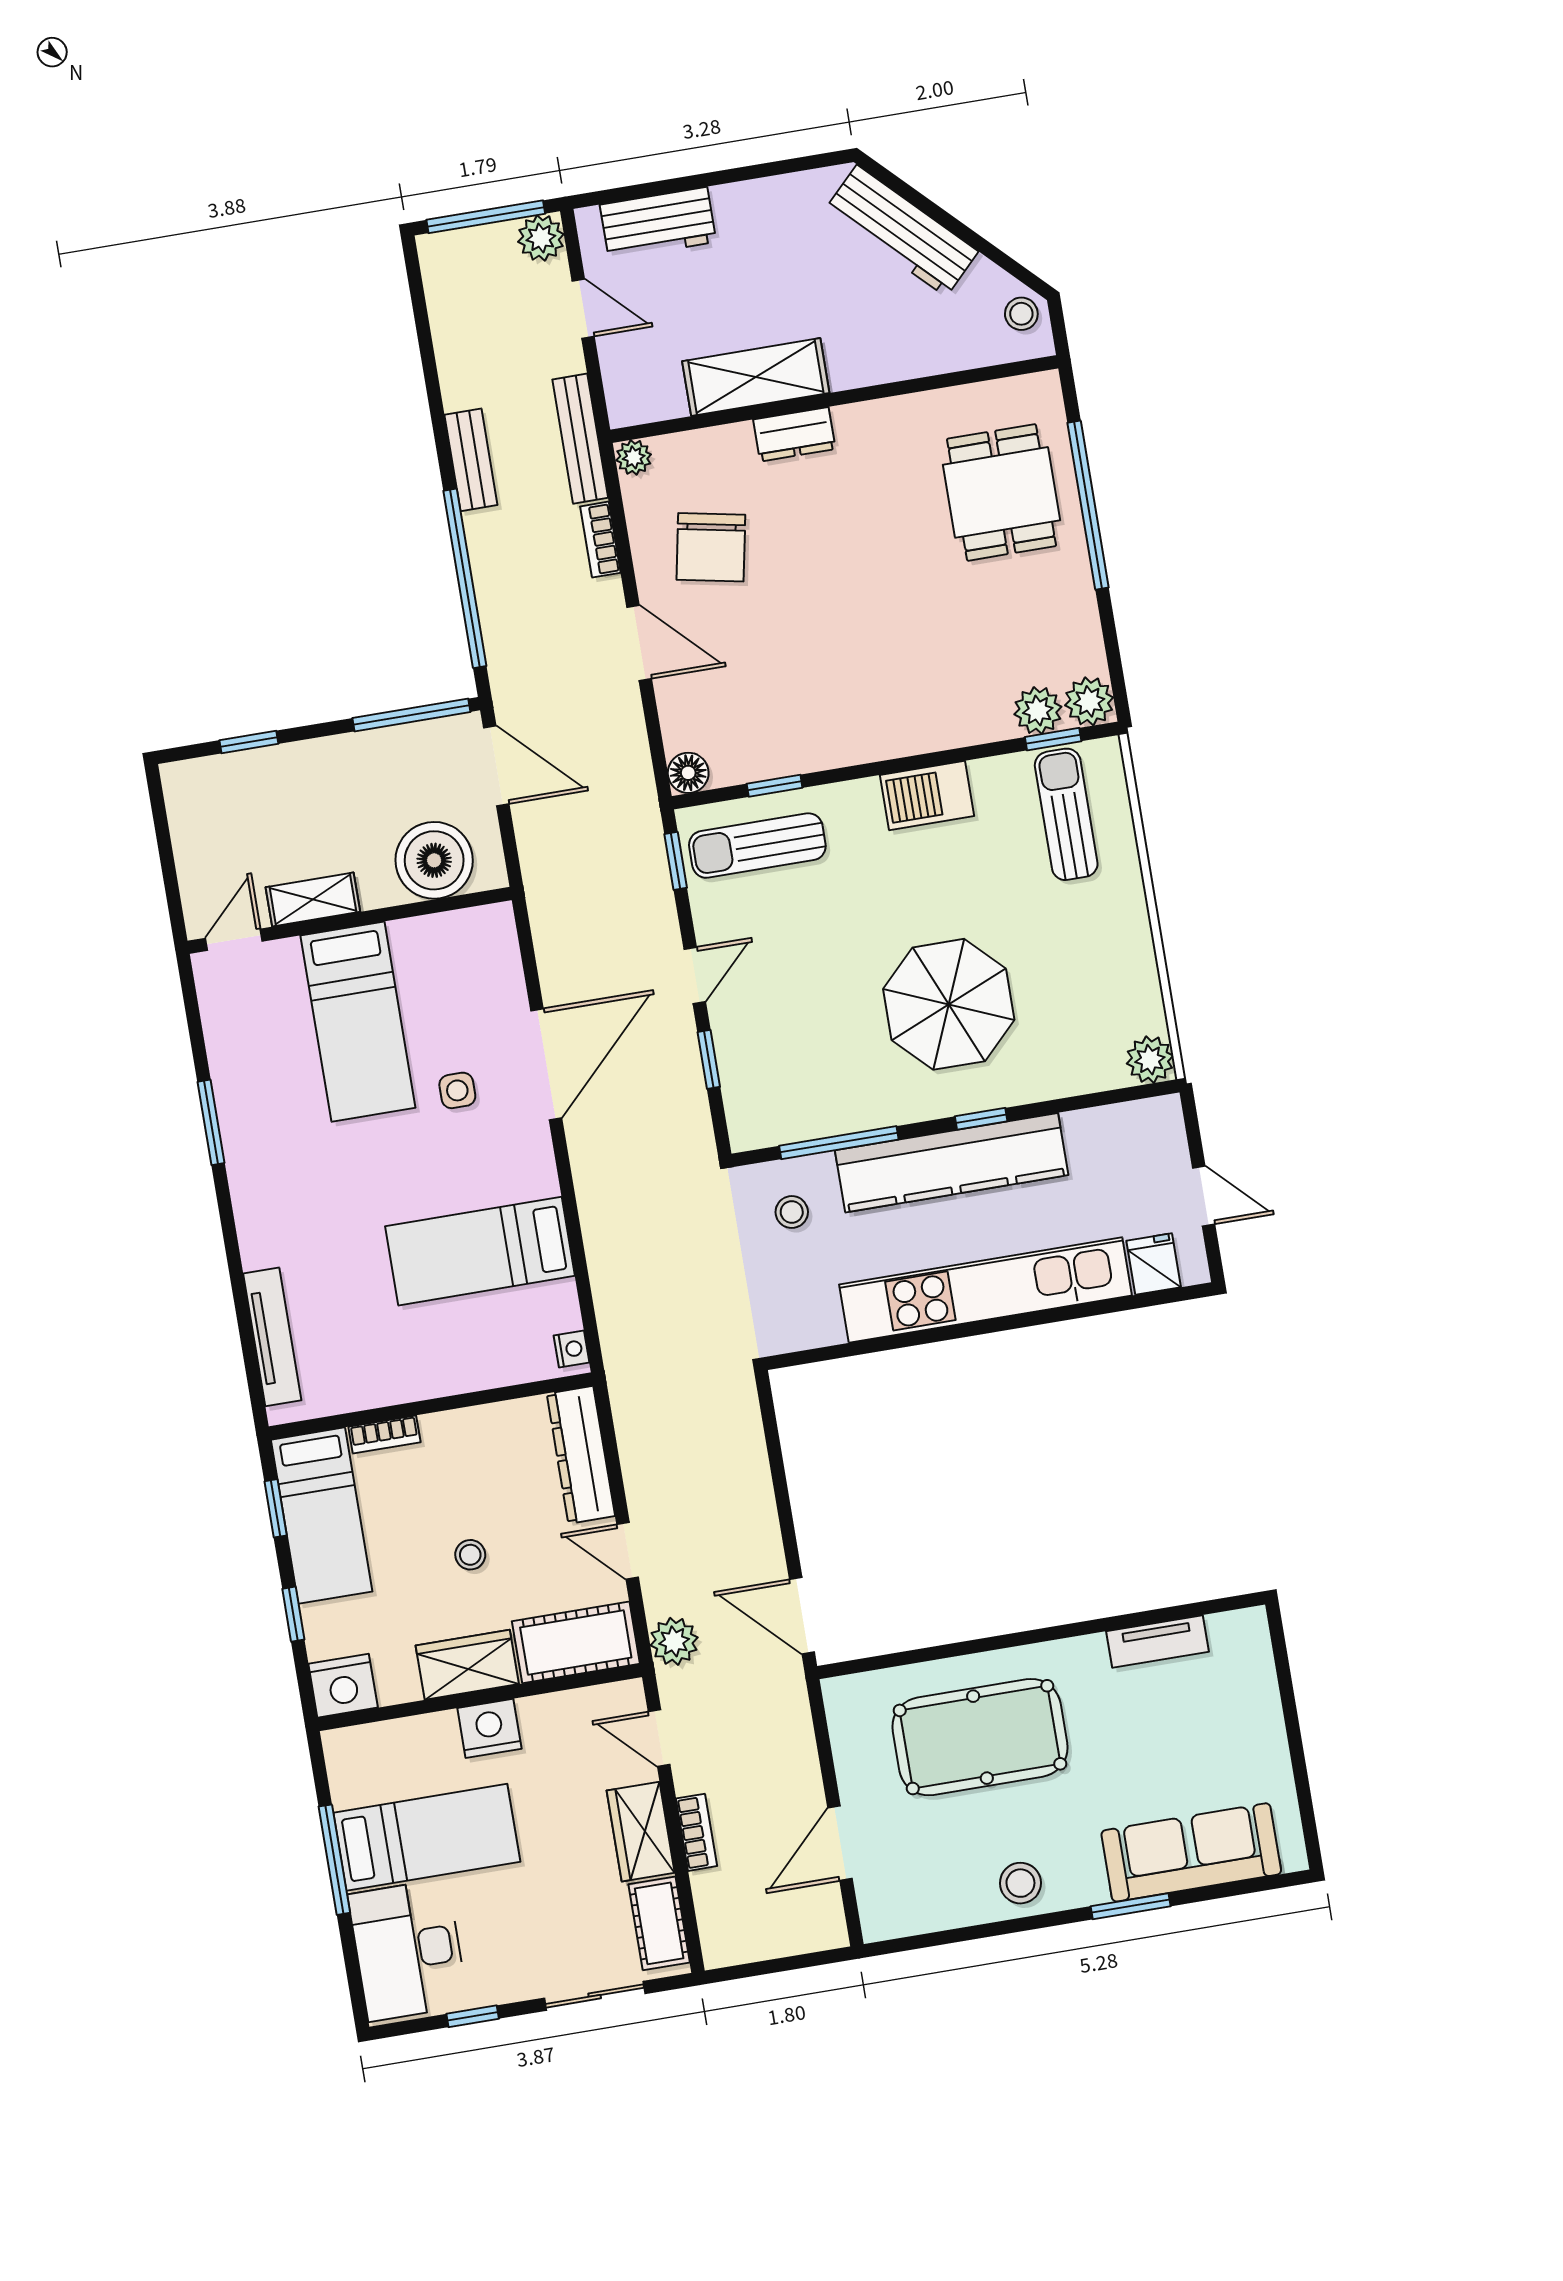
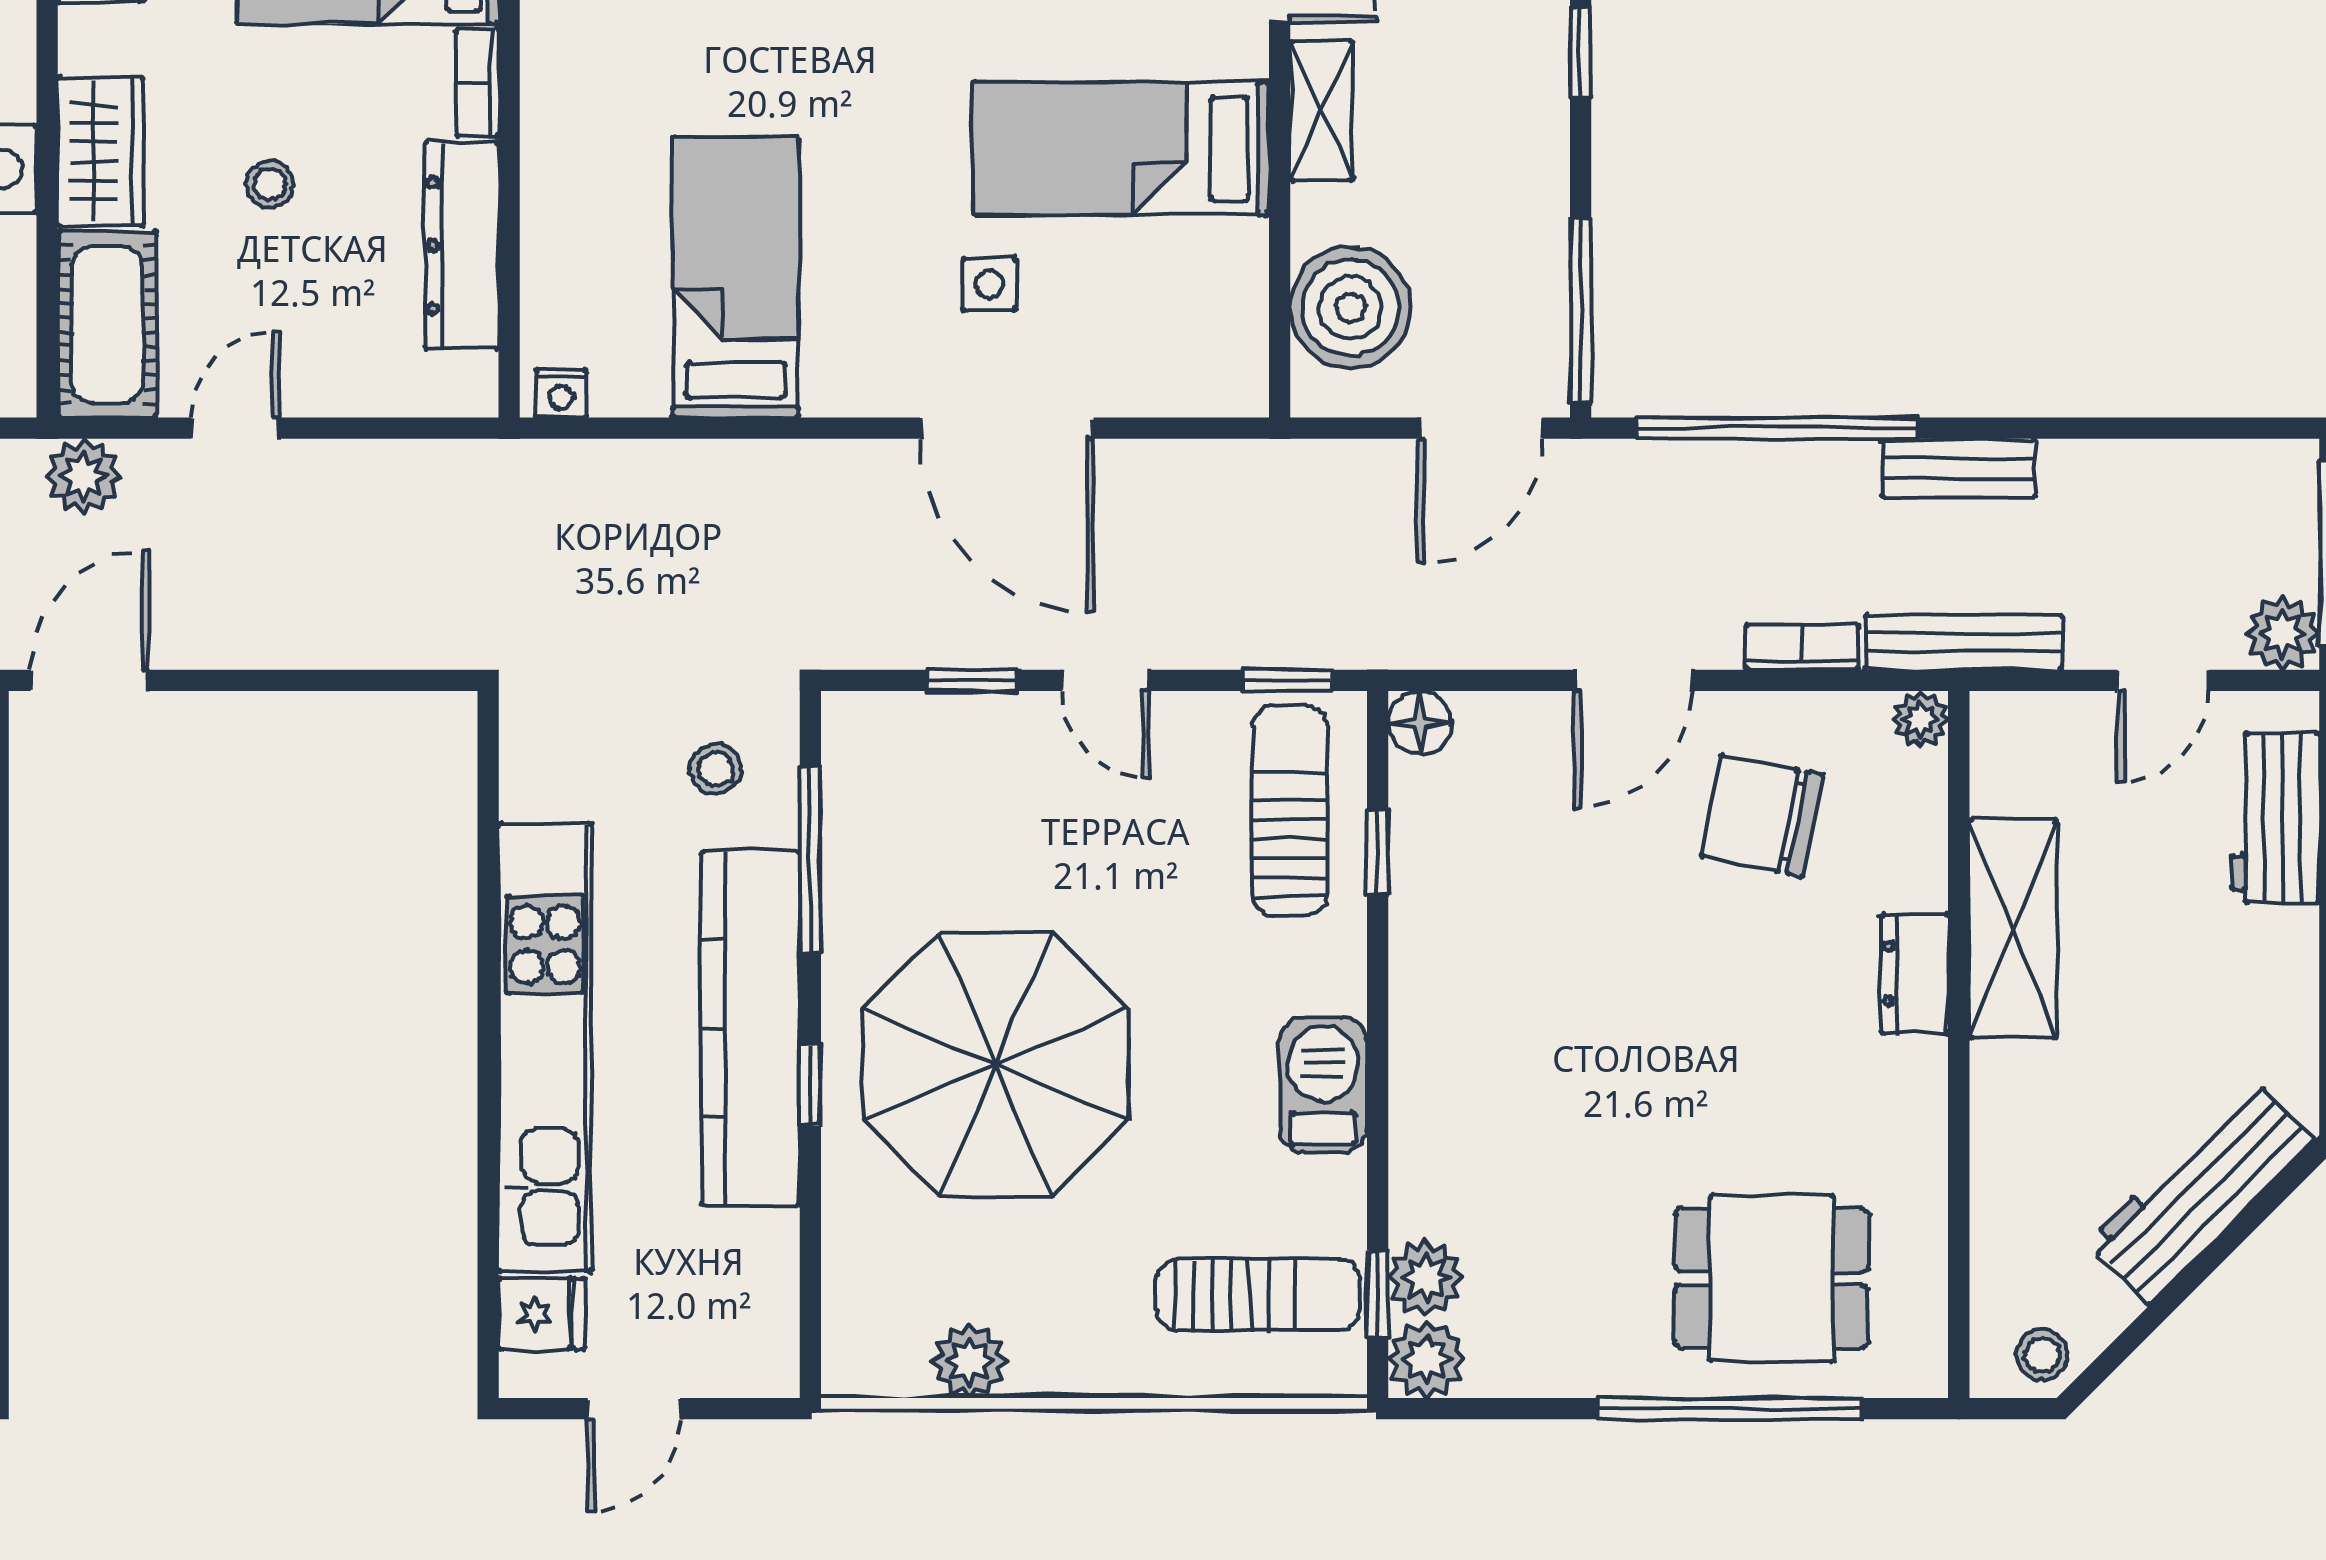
parasol: (949, 1004) -> (995, 1065), width x1.36, depth x1.36
plant: (1150, 1060) -> (969, 1361), moved
dresser: (581, 1455) -> (462, 246), moved, turned -90

